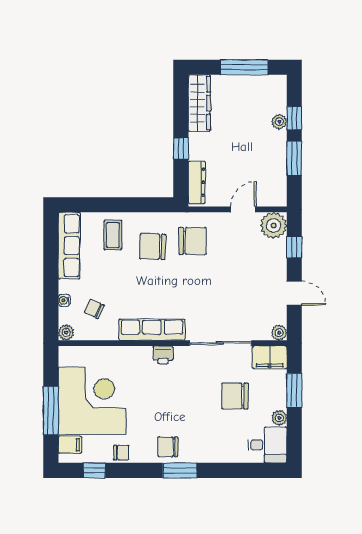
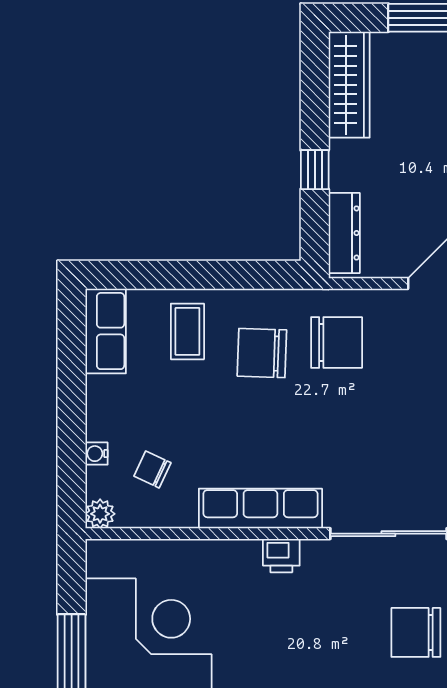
row of seats: (69, 246) -> (106, 331), width x0.68

